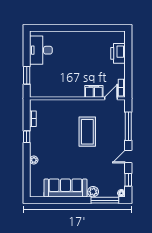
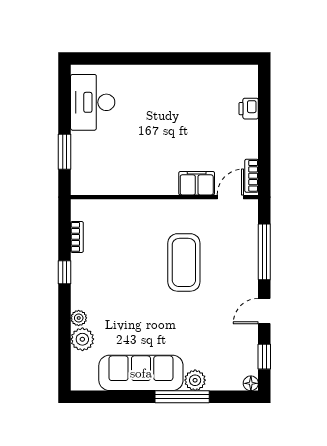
printer: (118, 53) -> (249, 109), width x0.53, depth x0.68
plant: (36, 171) -> (82, 339), added
window: (105, 200) -> (182, 397), moved

